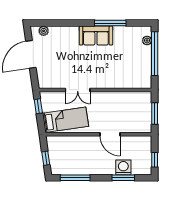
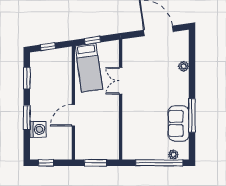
plant: (44, 31) -> (184, 66), moved
sofa: (96, 36) -> (179, 123), moved
window: (38, 106) -> (93, 40), moved
window: (75, 178) -> (27, 78), width x0.69
window: (123, 178) -> (27, 117), moved

